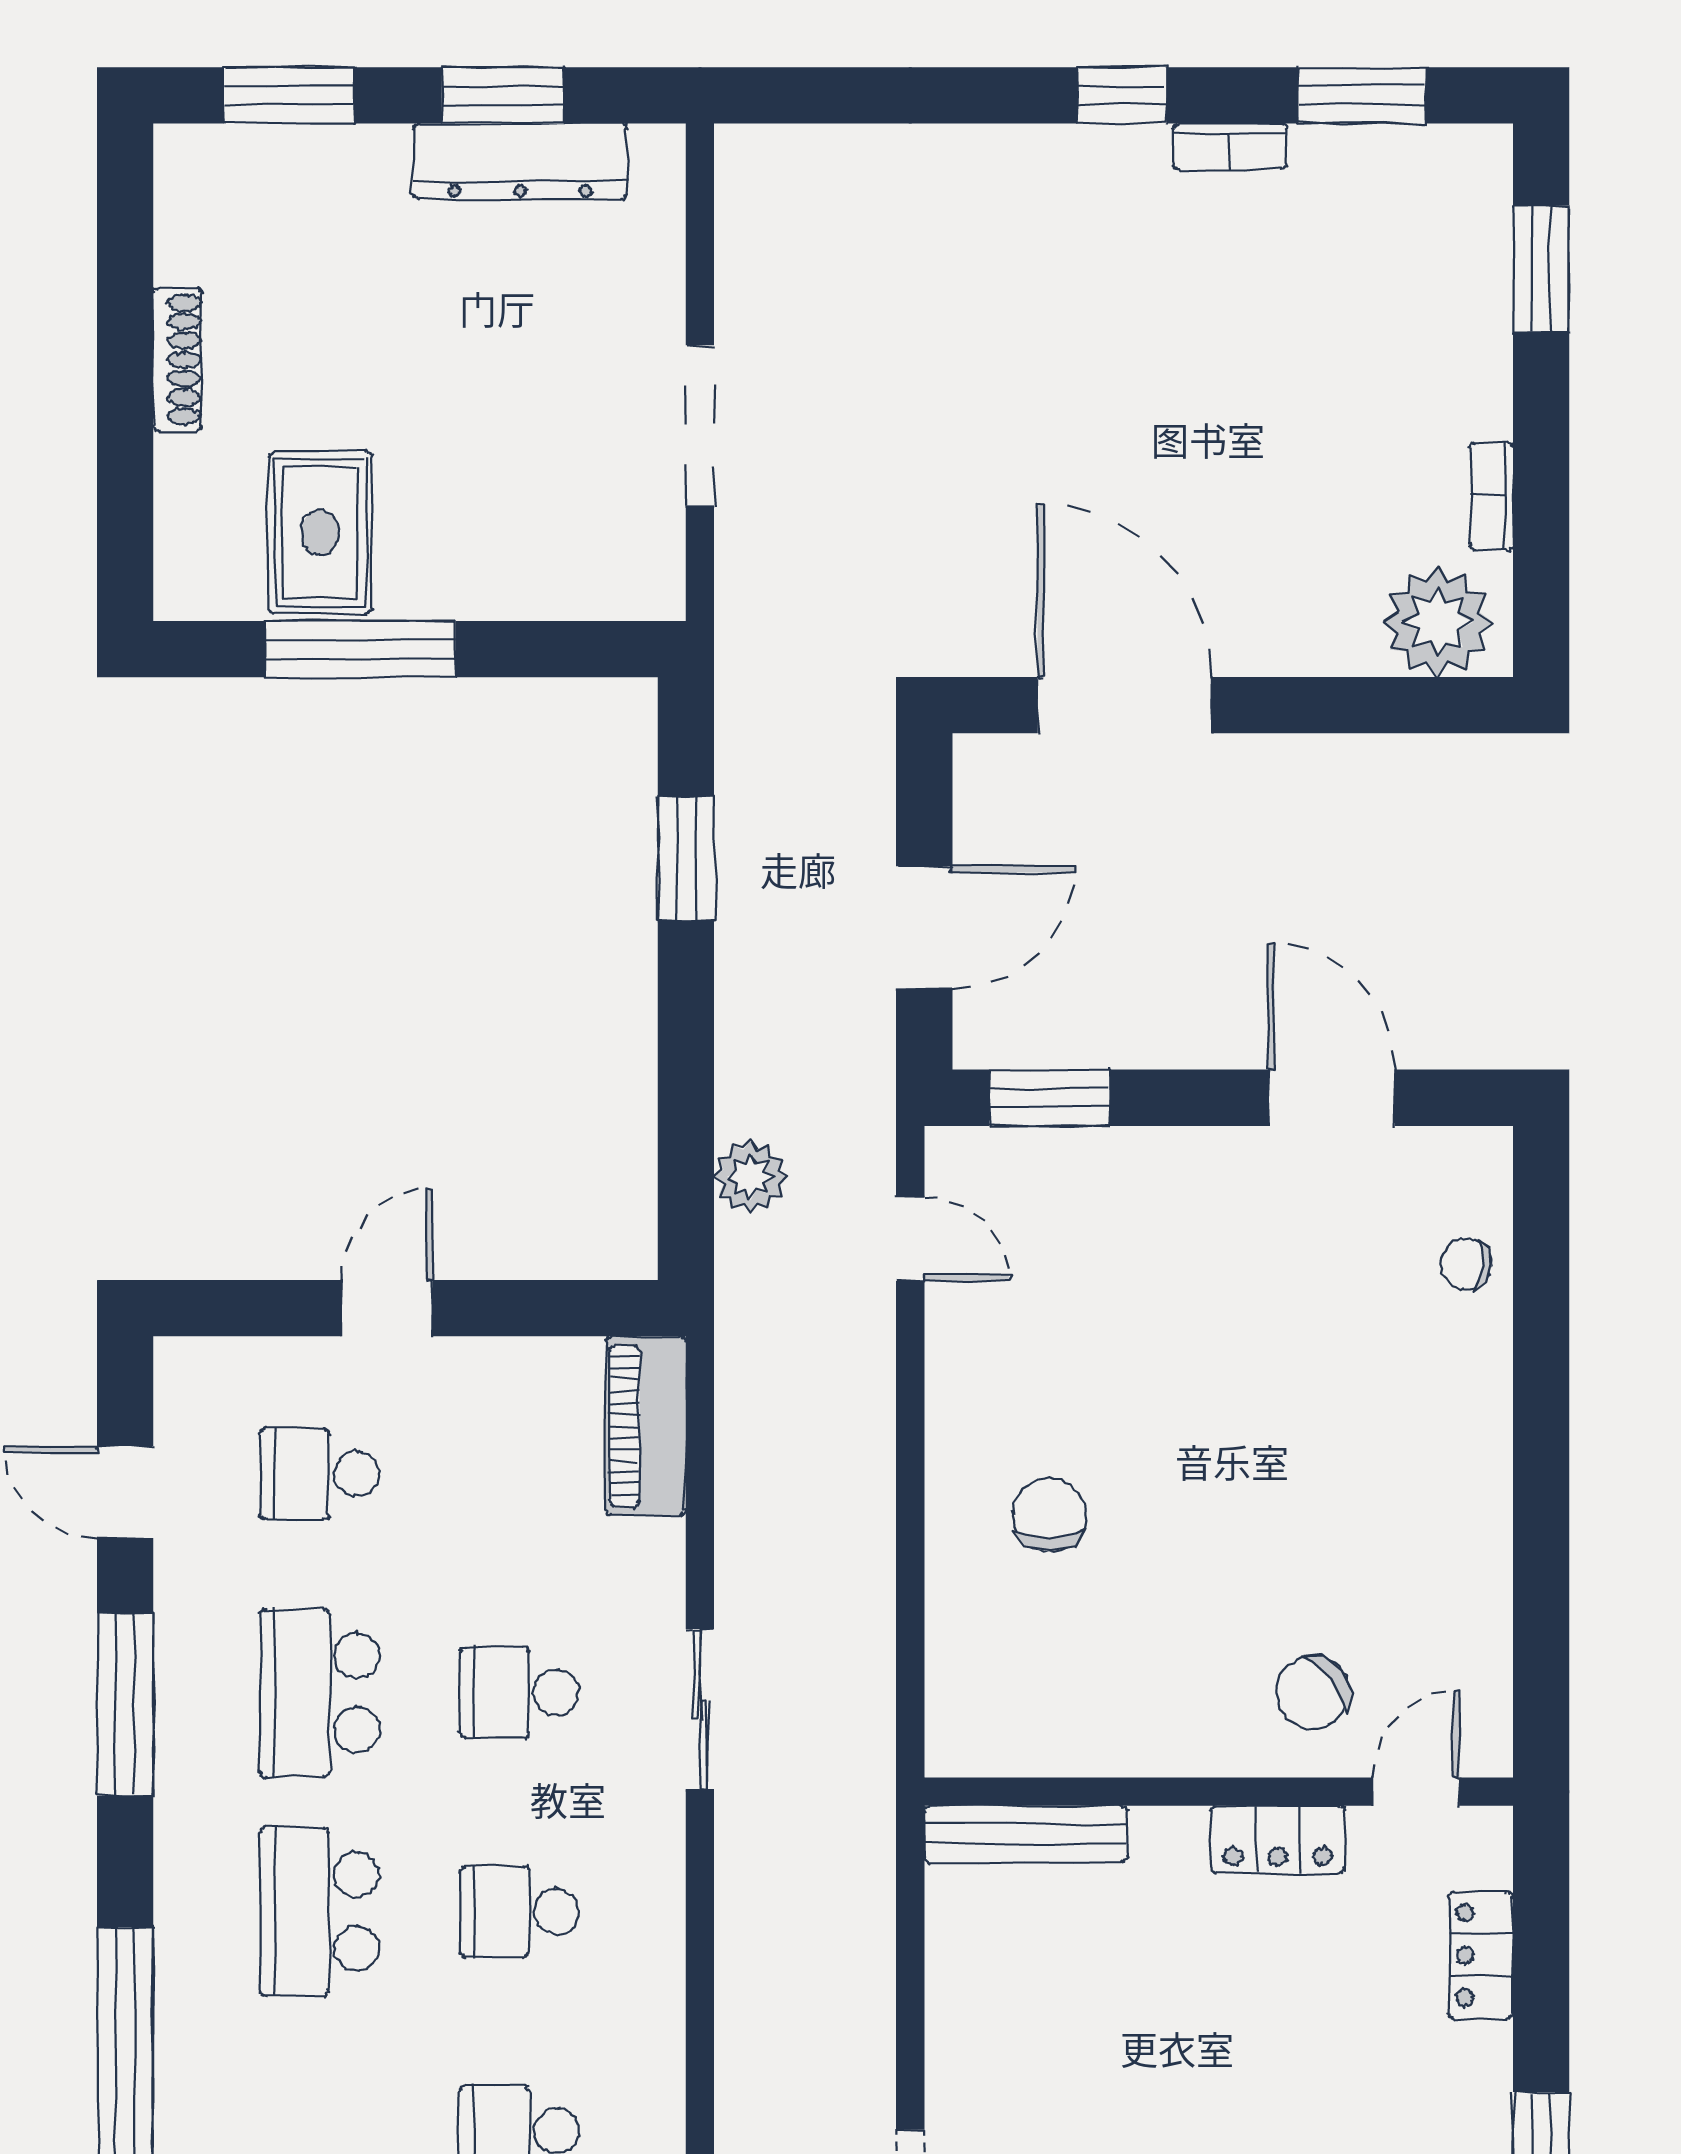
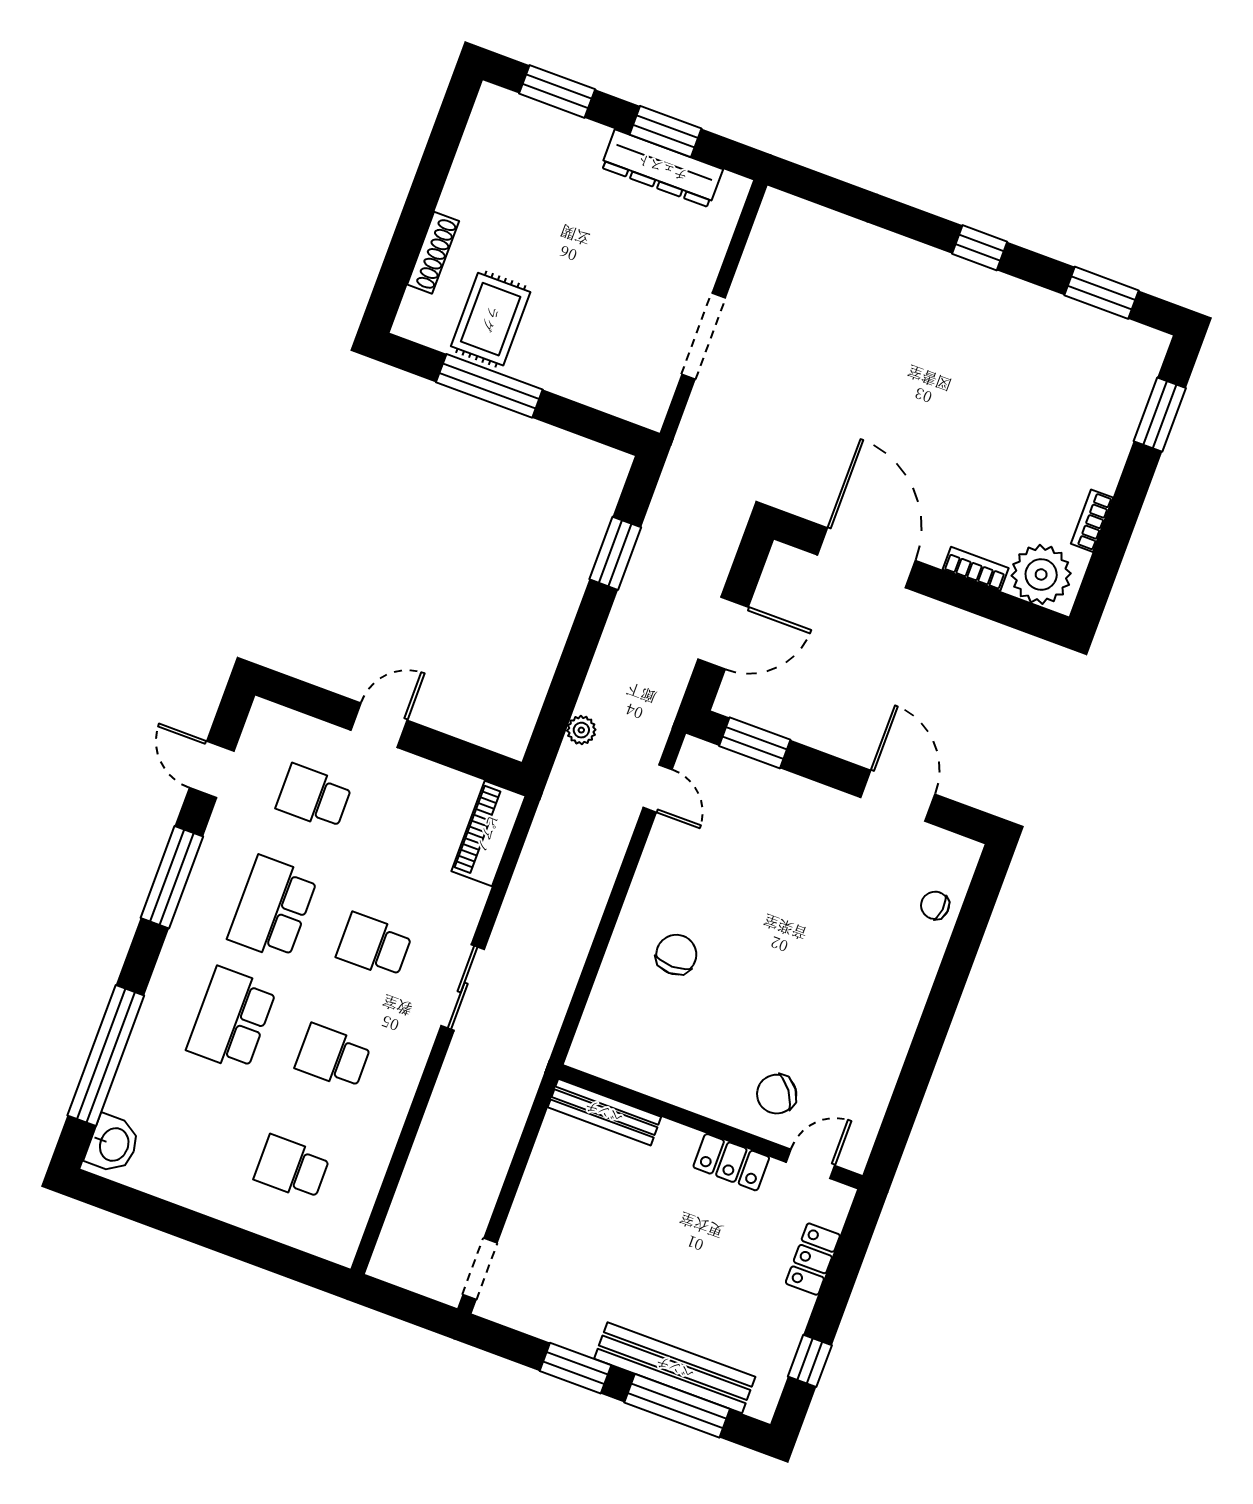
bookcase: (1230, 146) -> (976, 569), moved, turned 180
shoe rack: (178, 360) -> (433, 253), moved
plant: (751, 1177) -> (581, 730), width x0.73, depth x0.73

